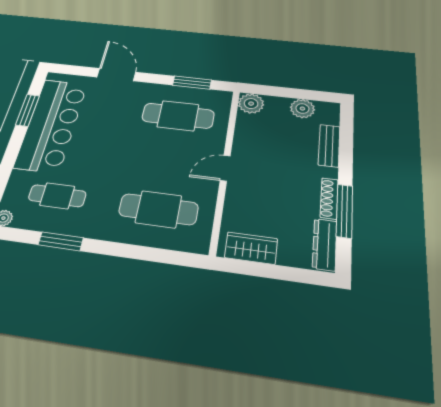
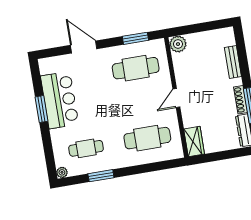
plant: (302, 109) -> (211, 38), removed
window: (28, 110) -> (42, 109), moved
bar counter: (52, 125) -> (60, 100), width x0.73
wardrobe: (251, 248) -> (194, 141), moved, turned 90

